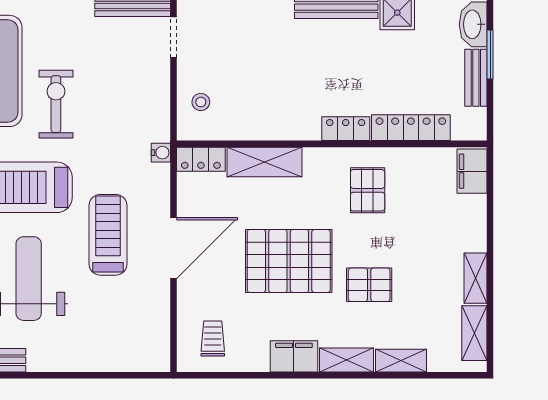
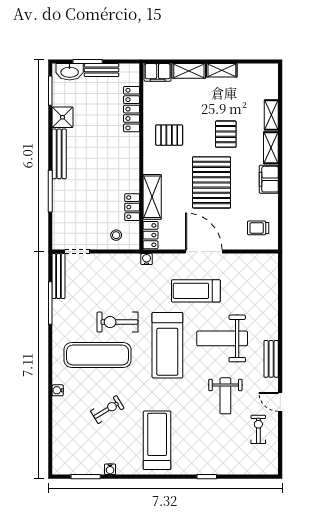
locker: (346, 129) -> (132, 207), moved
shelving: (474, 333) -> (189, 71), moved

